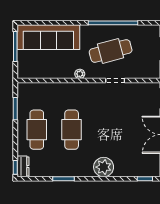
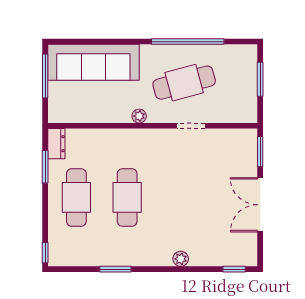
dresser: (23, 166) -> (56, 144), moved
plant: (104, 167) -> (181, 259), width x0.53, depth x0.53

